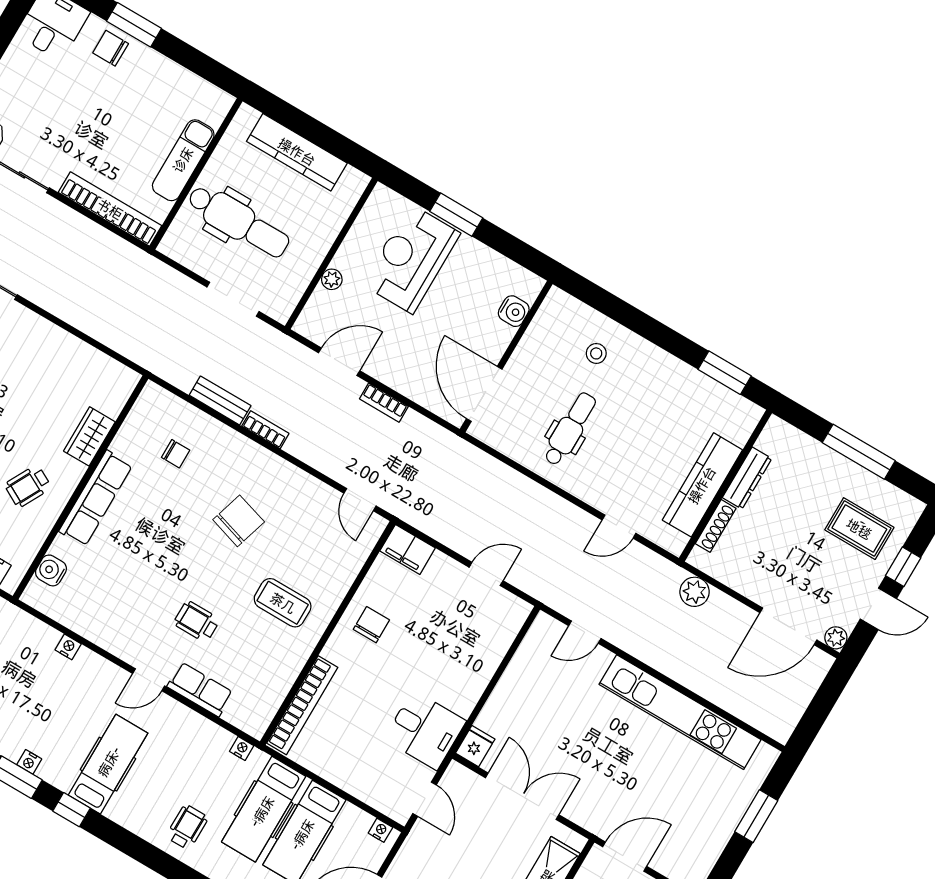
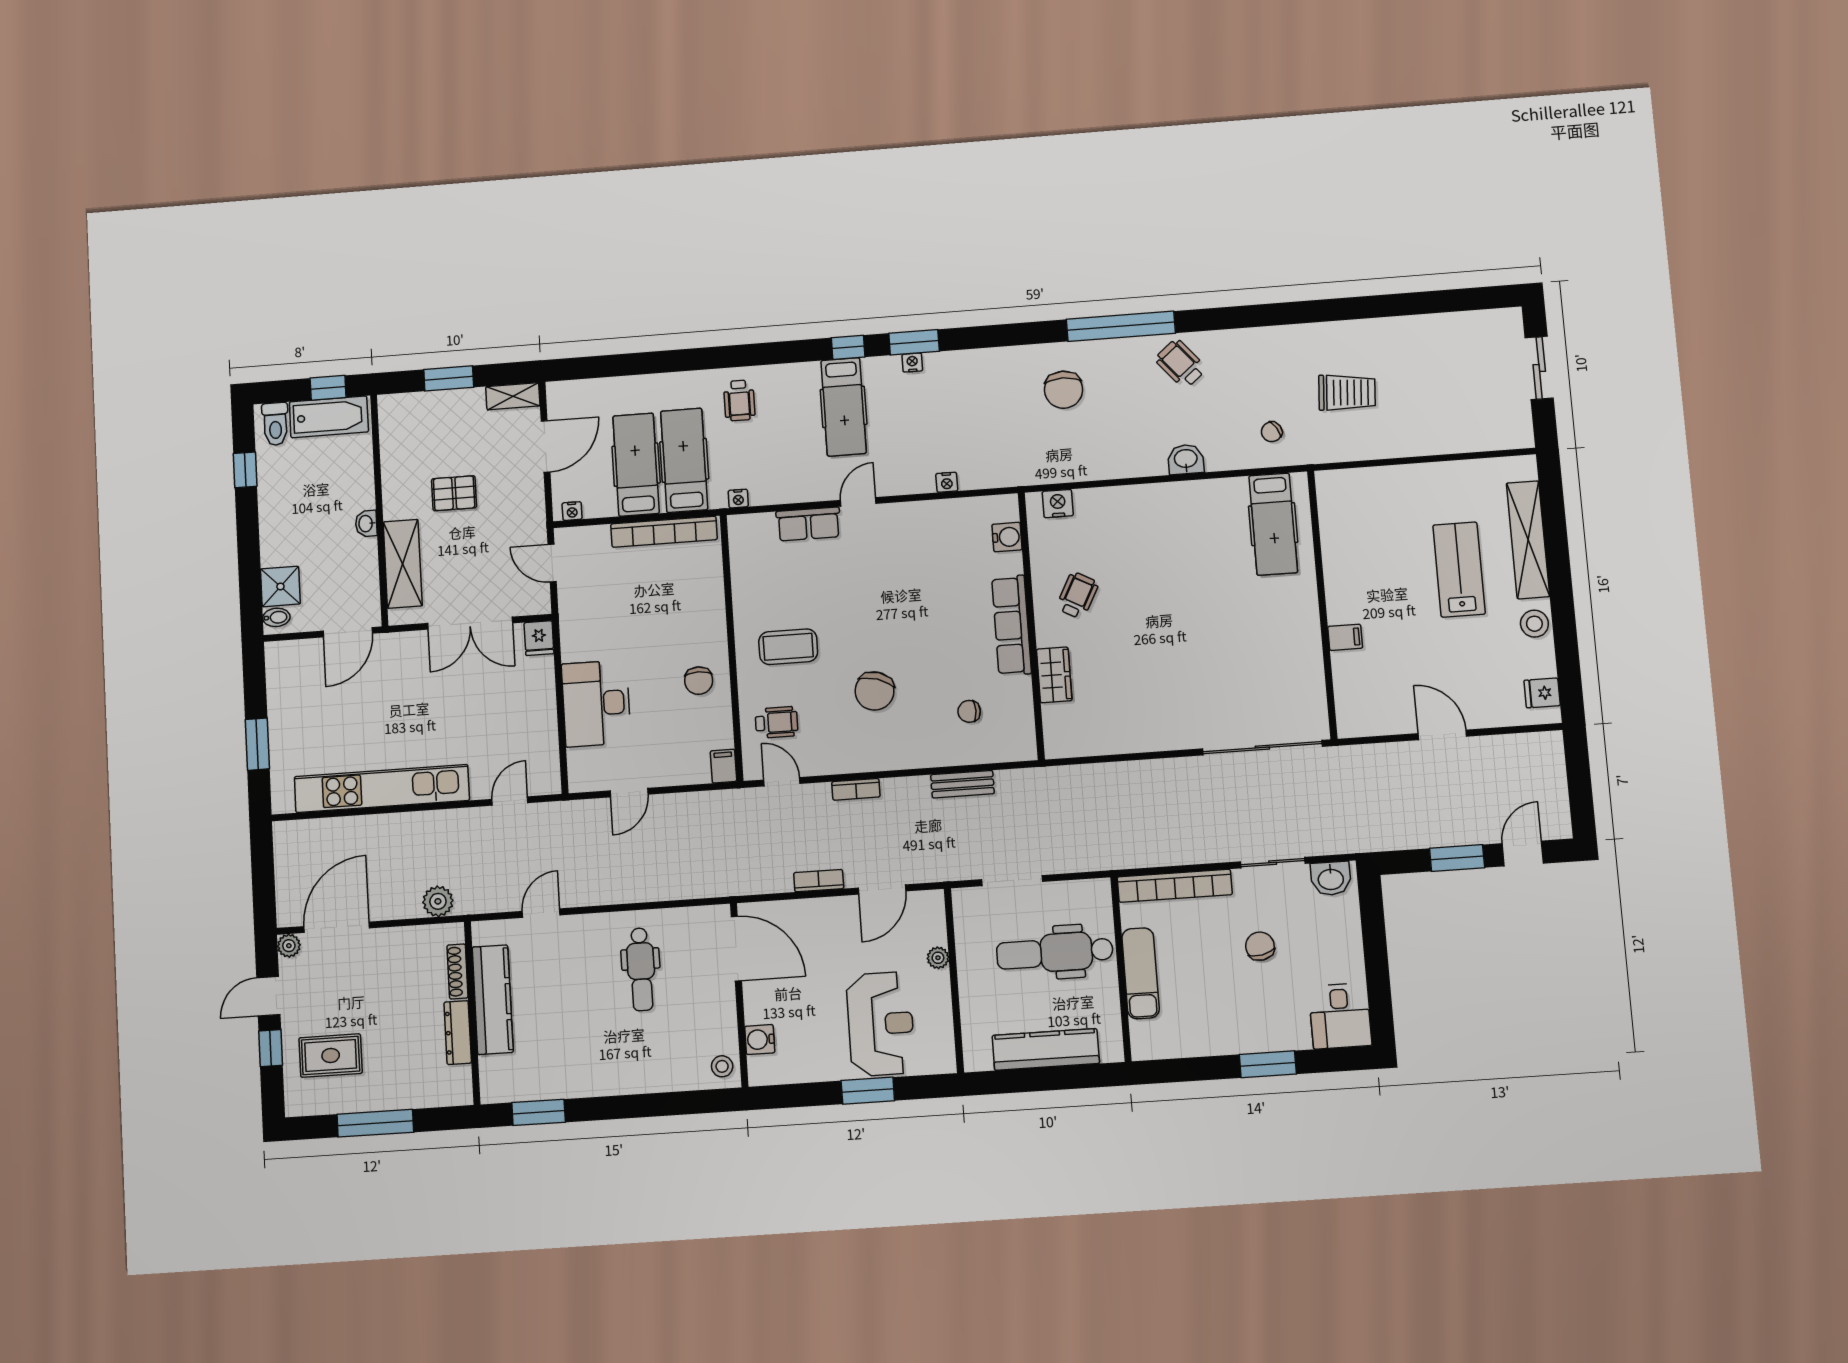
chair: (111, 48) -> (1260, 946), moved, turned -101
stool: (596, 353) -> (722, 1066), moved
bookcase: (265, 430) -> (856, 789), moved
filing cabinet: (408, 549) -> (723, 766), width x0.50
wheelchair: (197, 622) -> (777, 722), moved
bookcase: (302, 705) -> (664, 532), moved, turned -90
desk: (425, 730) -> (596, 703), moved, width x1.37

